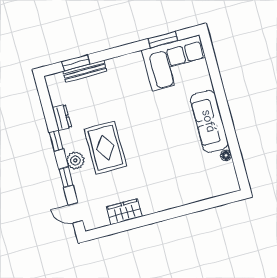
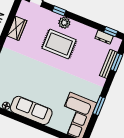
window: (163, 40) -> (99, 106), moved
dresser: (62, 118) -> (104, 37), moved
window: (56, 141) -> (111, 32), moved

